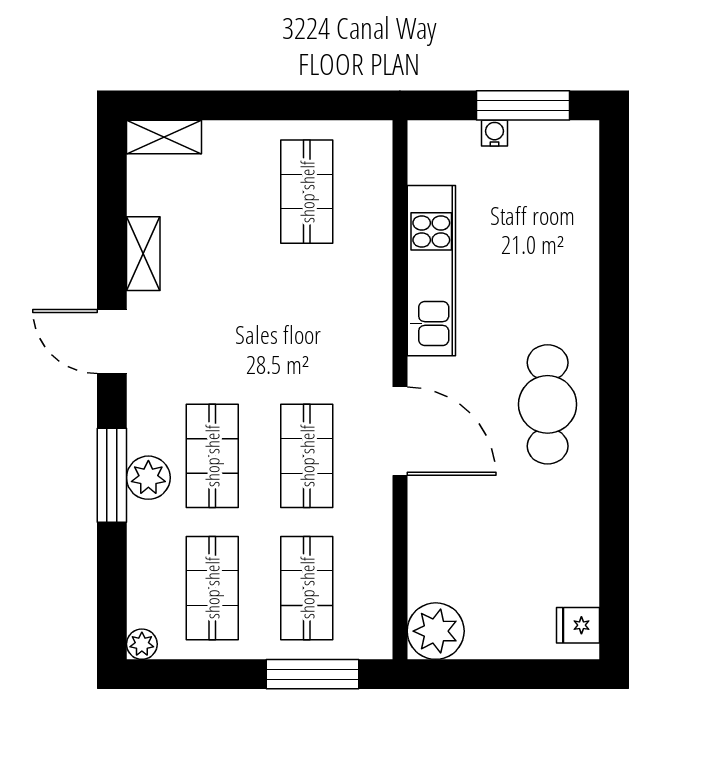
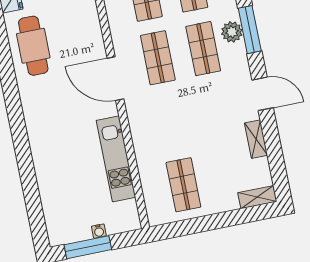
cafe table: (548, 404) -> (33, 46), moved

